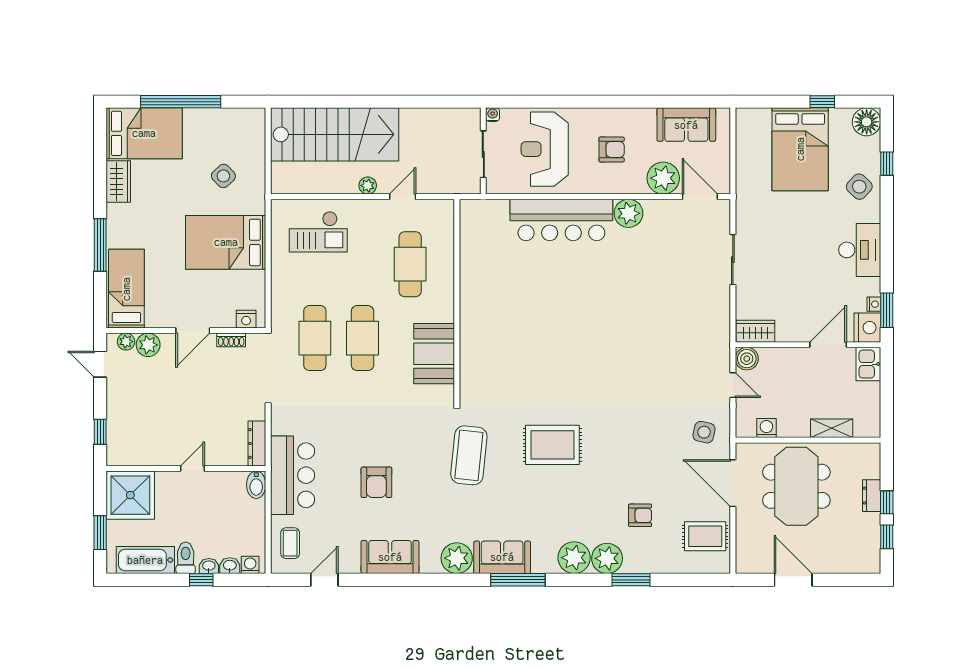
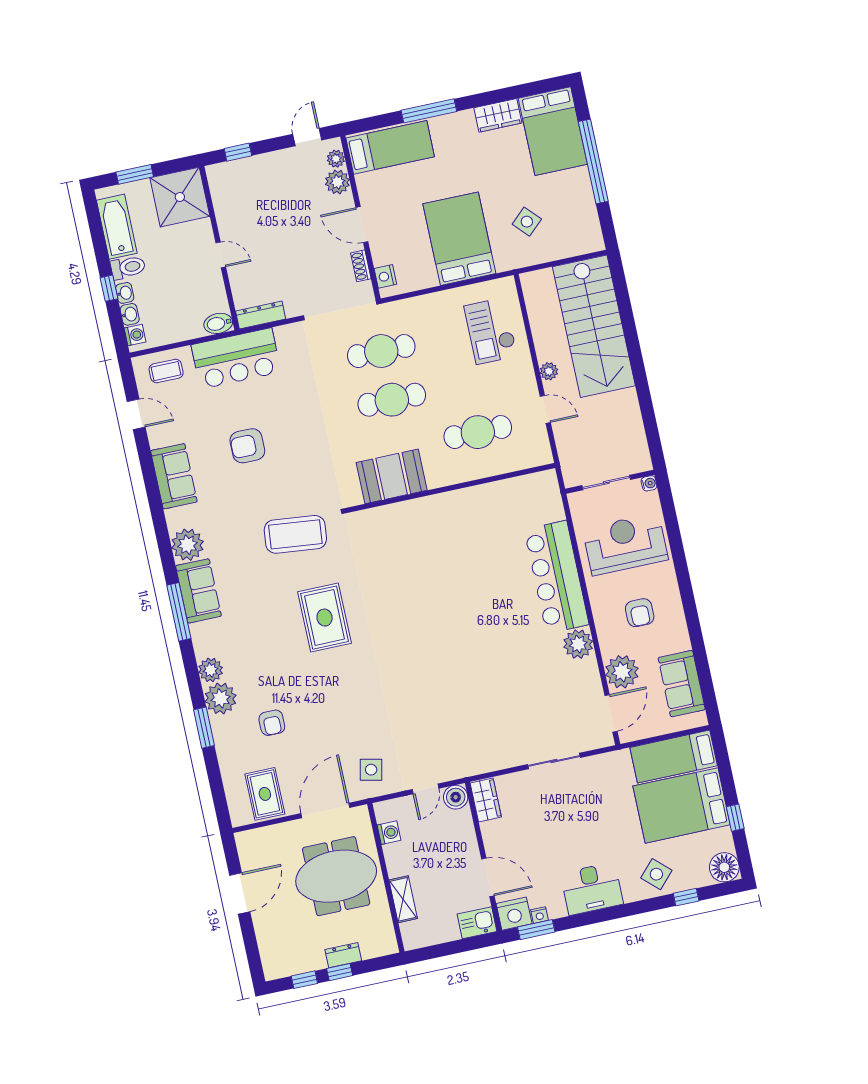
bed: (753, 147) -> (674, 757), added
plant: (574, 558) -> (211, 670), width x0.73, depth x0.73

